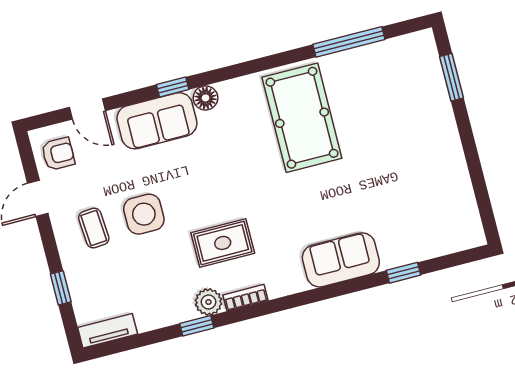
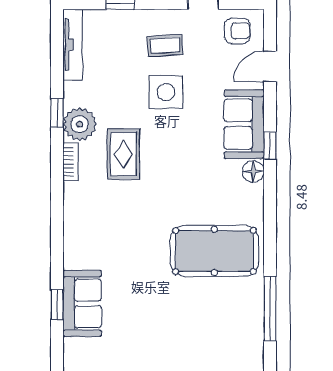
armchair: (58, 154) -> (237, 31), turned -90
sofa: (341, 260) -> (82, 303), moved
plant: (209, 302) -> (80, 124), width x1.36, depth x1.36
tv unit: (108, 331) -> (73, 45), width x1.41

